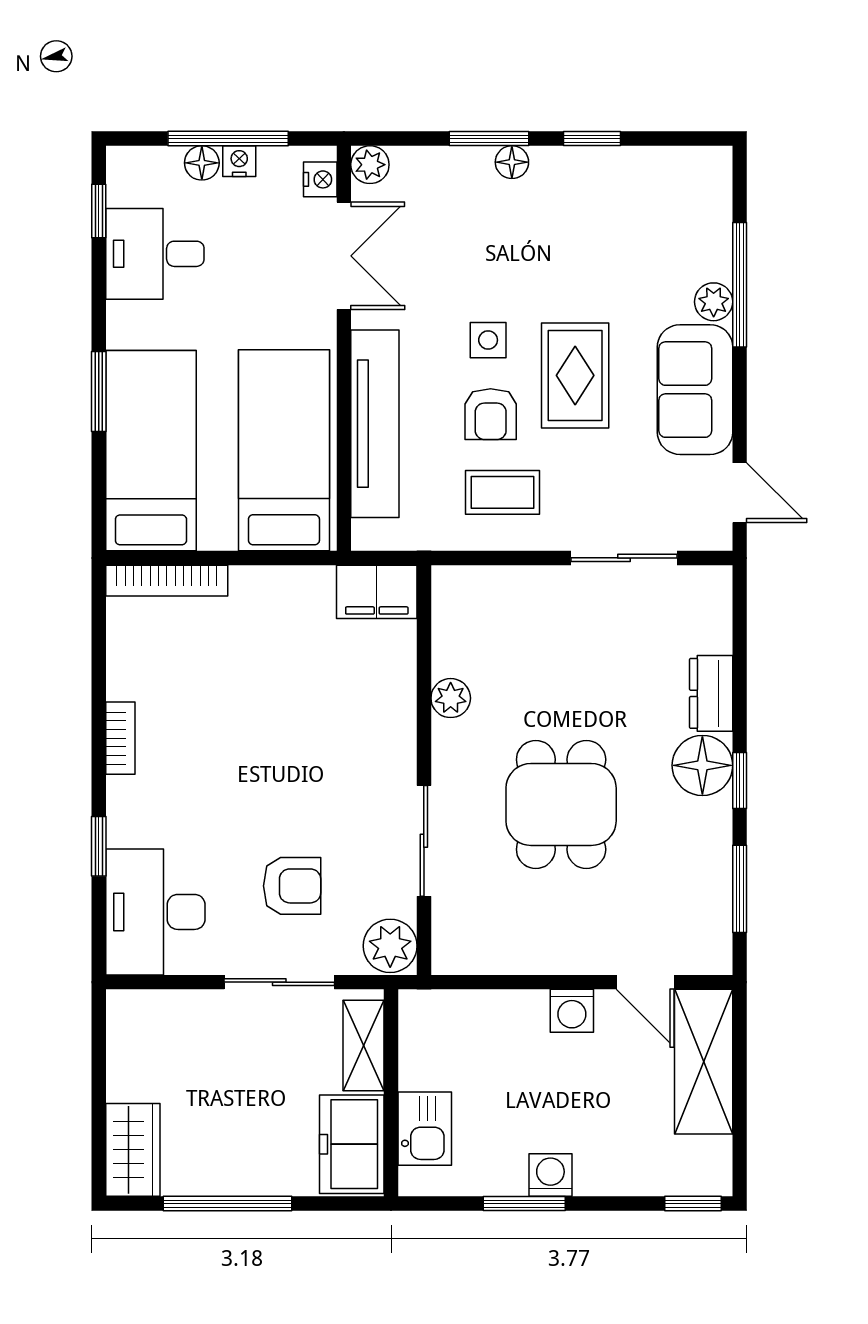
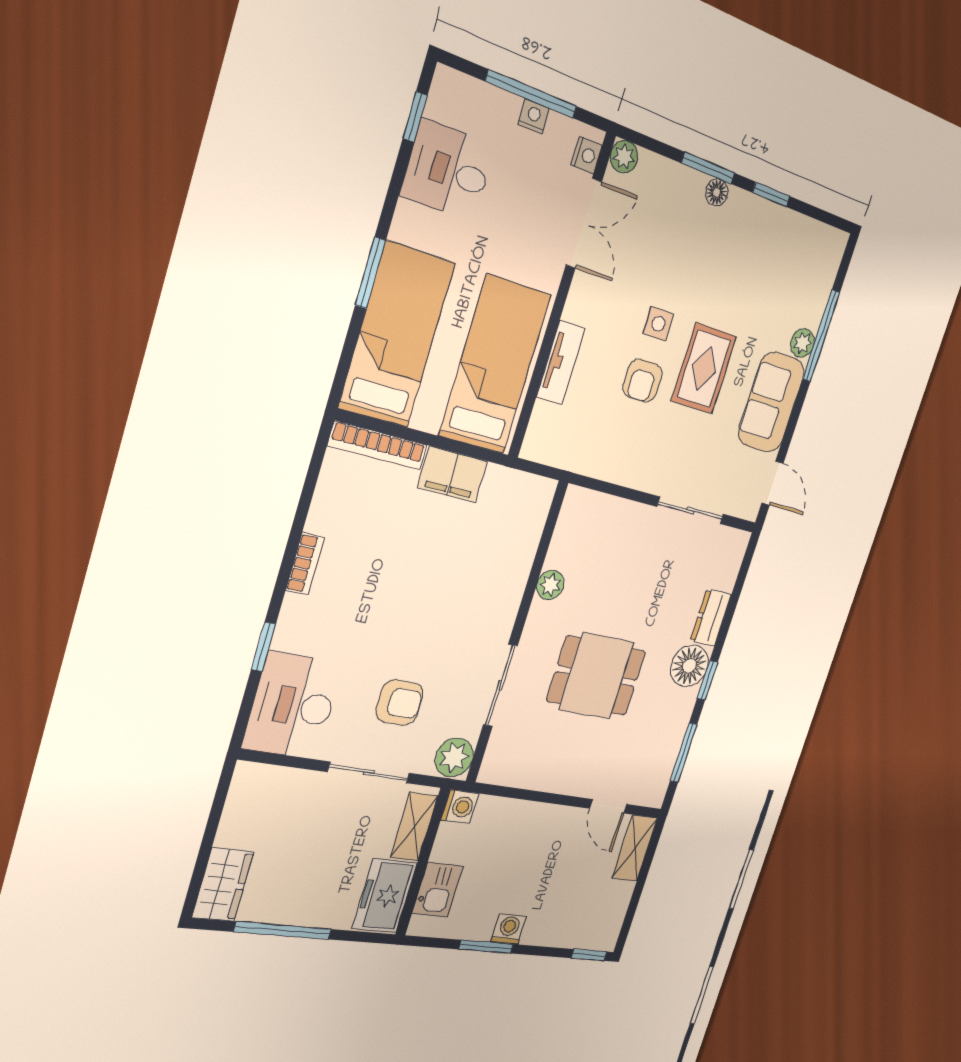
floor lamp: (202, 163) -> (506, 107), removed
tv unit: (375, 424) -> (561, 363), width x0.52, depth x0.78
coffee table: (503, 492) -> (631, 442), removed
filing cabinet: (377, 592) -> (452, 475), moved
dining table: (561, 804) -> (596, 676), turned 90
washing machine: (572, 1011) -> (460, 807), moved, turned -90
shelving: (704, 1062) -> (635, 848), width x0.67, depth x0.75

